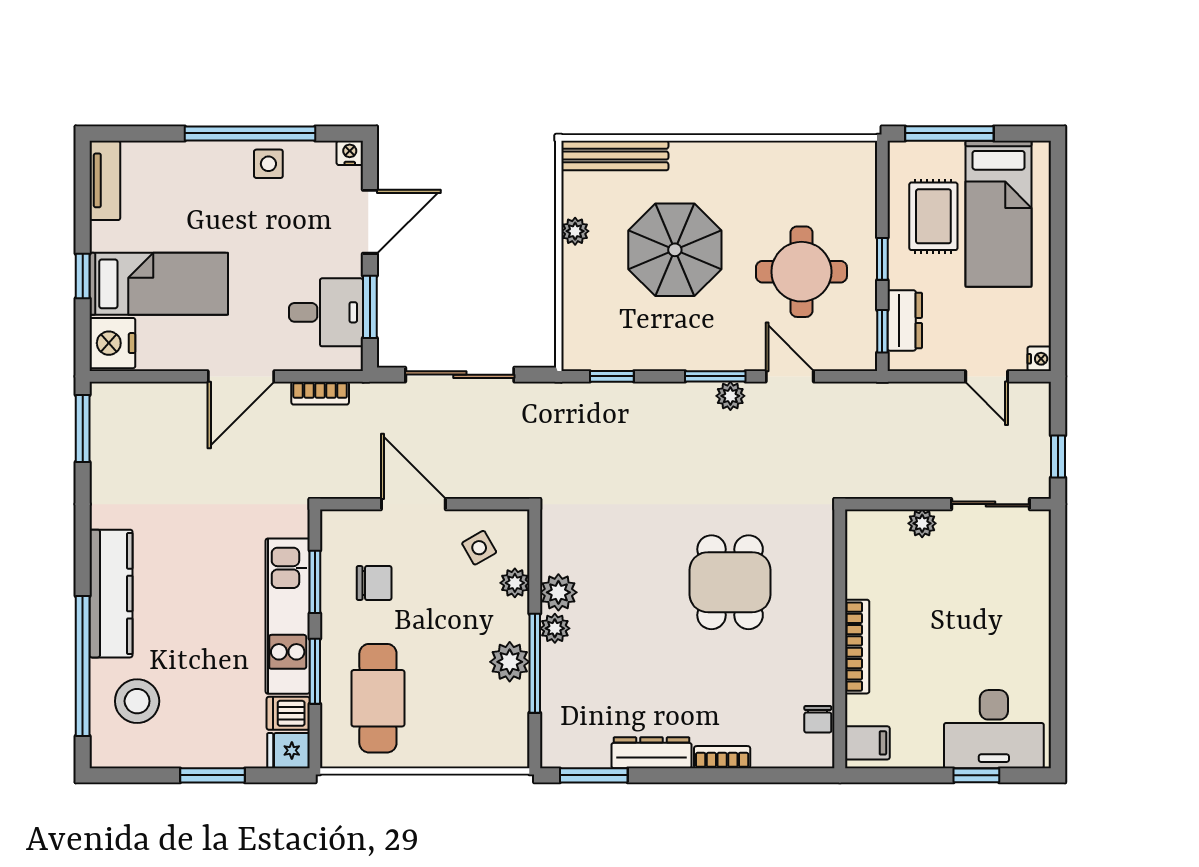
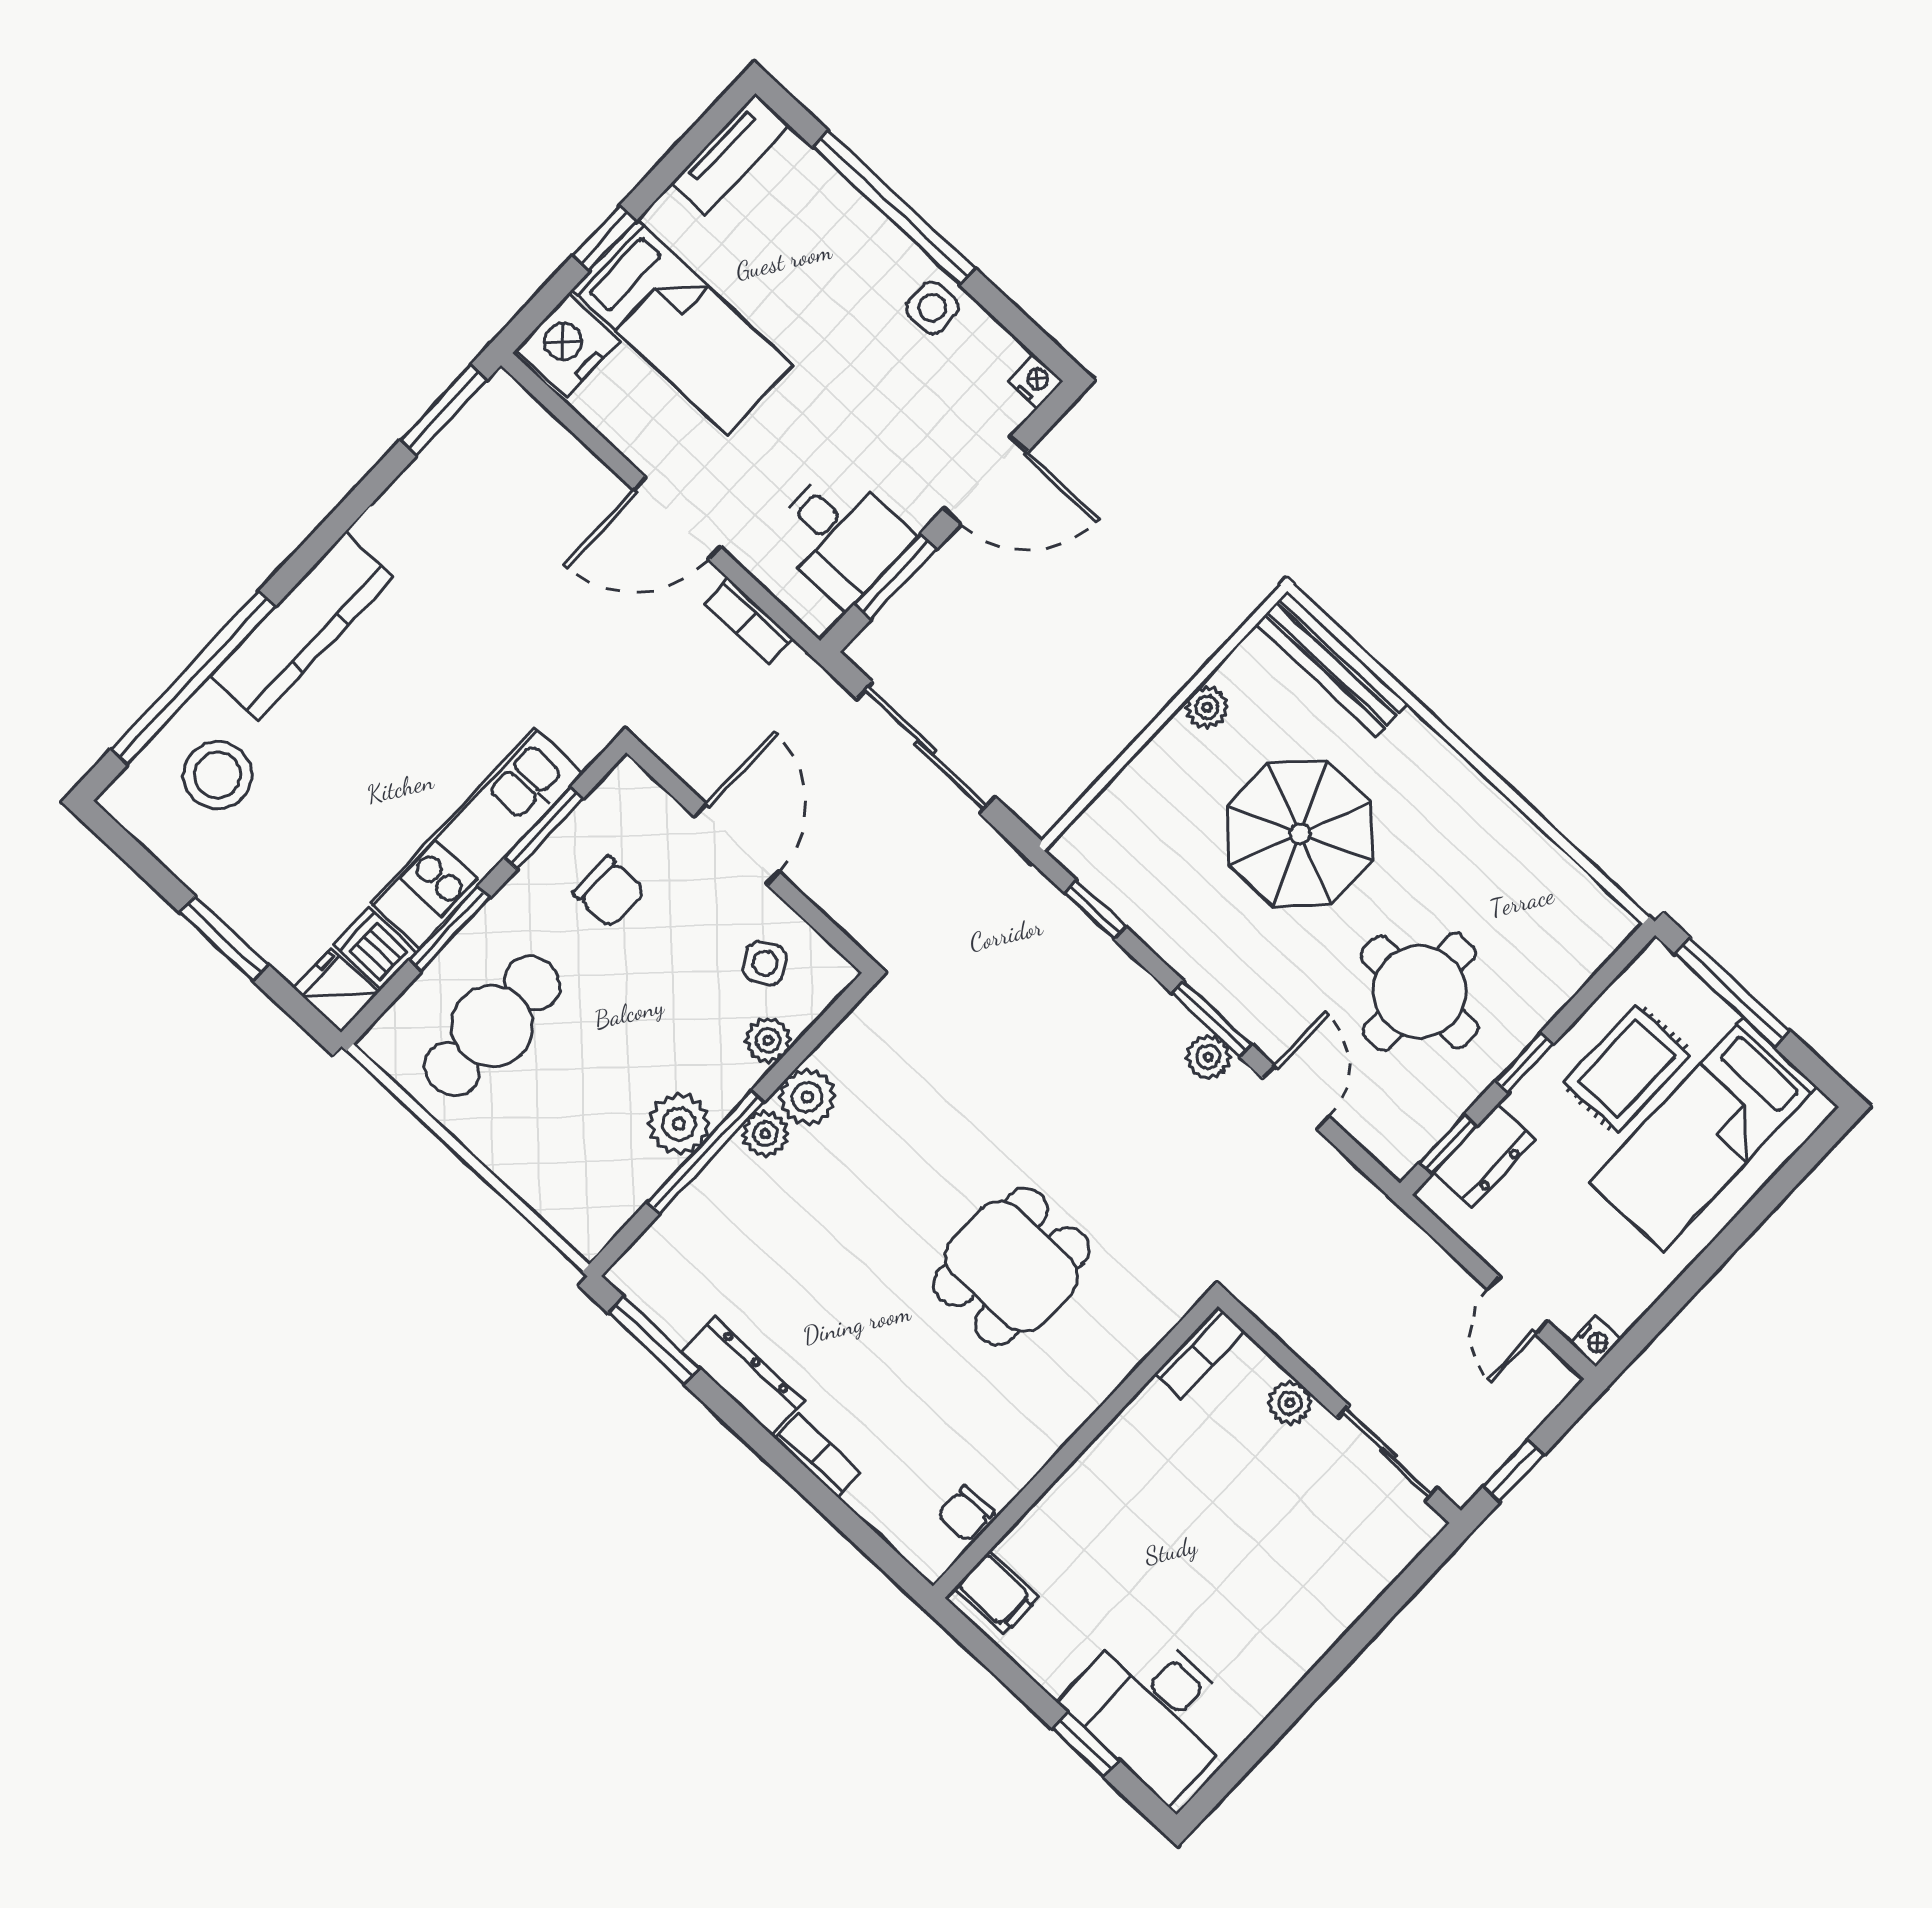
window: (250, 133) -> (894, 208), moved
bookcase: (857, 647) -> (1200, 1353), moved, width x0.64

